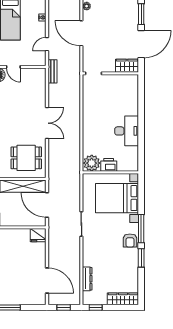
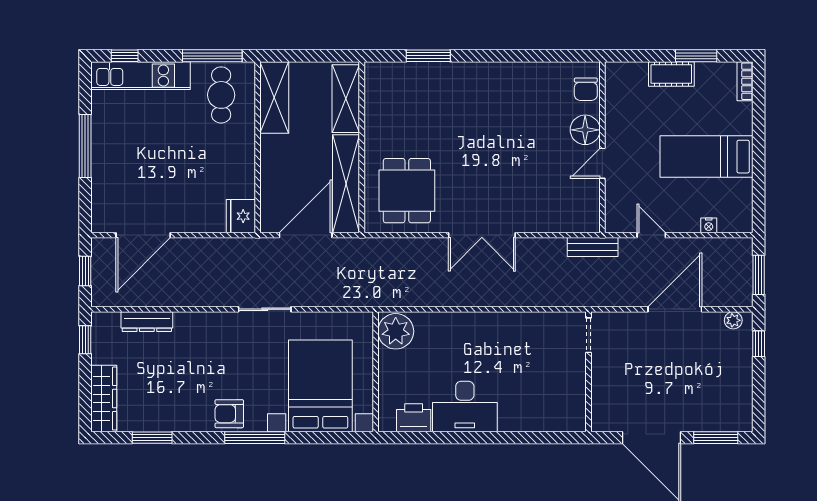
wardrobe: (127, 66) -> (605, 407), removed
printer: (109, 165) -> (414, 418), moved, turned -90
window: (141, 258) -> (152, 438), moved

